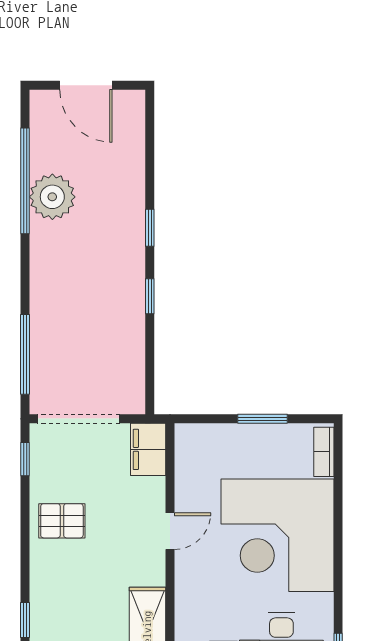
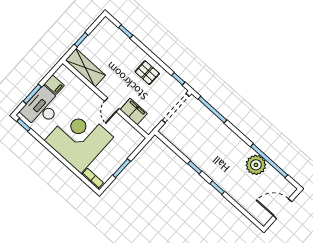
filing cabinet: (148, 449) -> (134, 112), moved
pallet: (62, 521) -> (147, 73), turned 90

